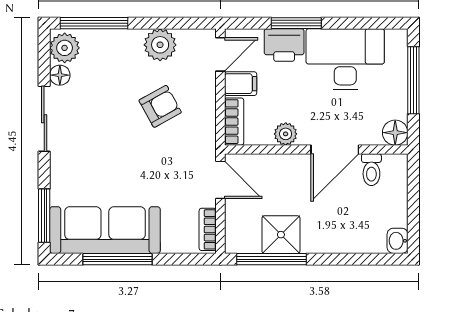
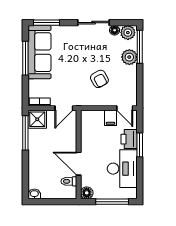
plant: (160, 45) -> (129, 57), moved
bookcase: (234, 122) -> (92, 115), removed
plant: (286, 134) -> (86, 140), removed
shower: (281, 235) -> (37, 119), moved

